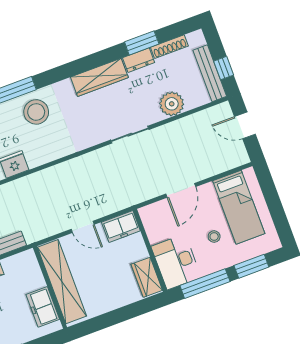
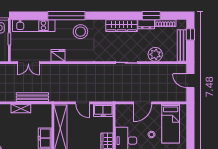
window: (224, 68) -> (190, 34), moved

